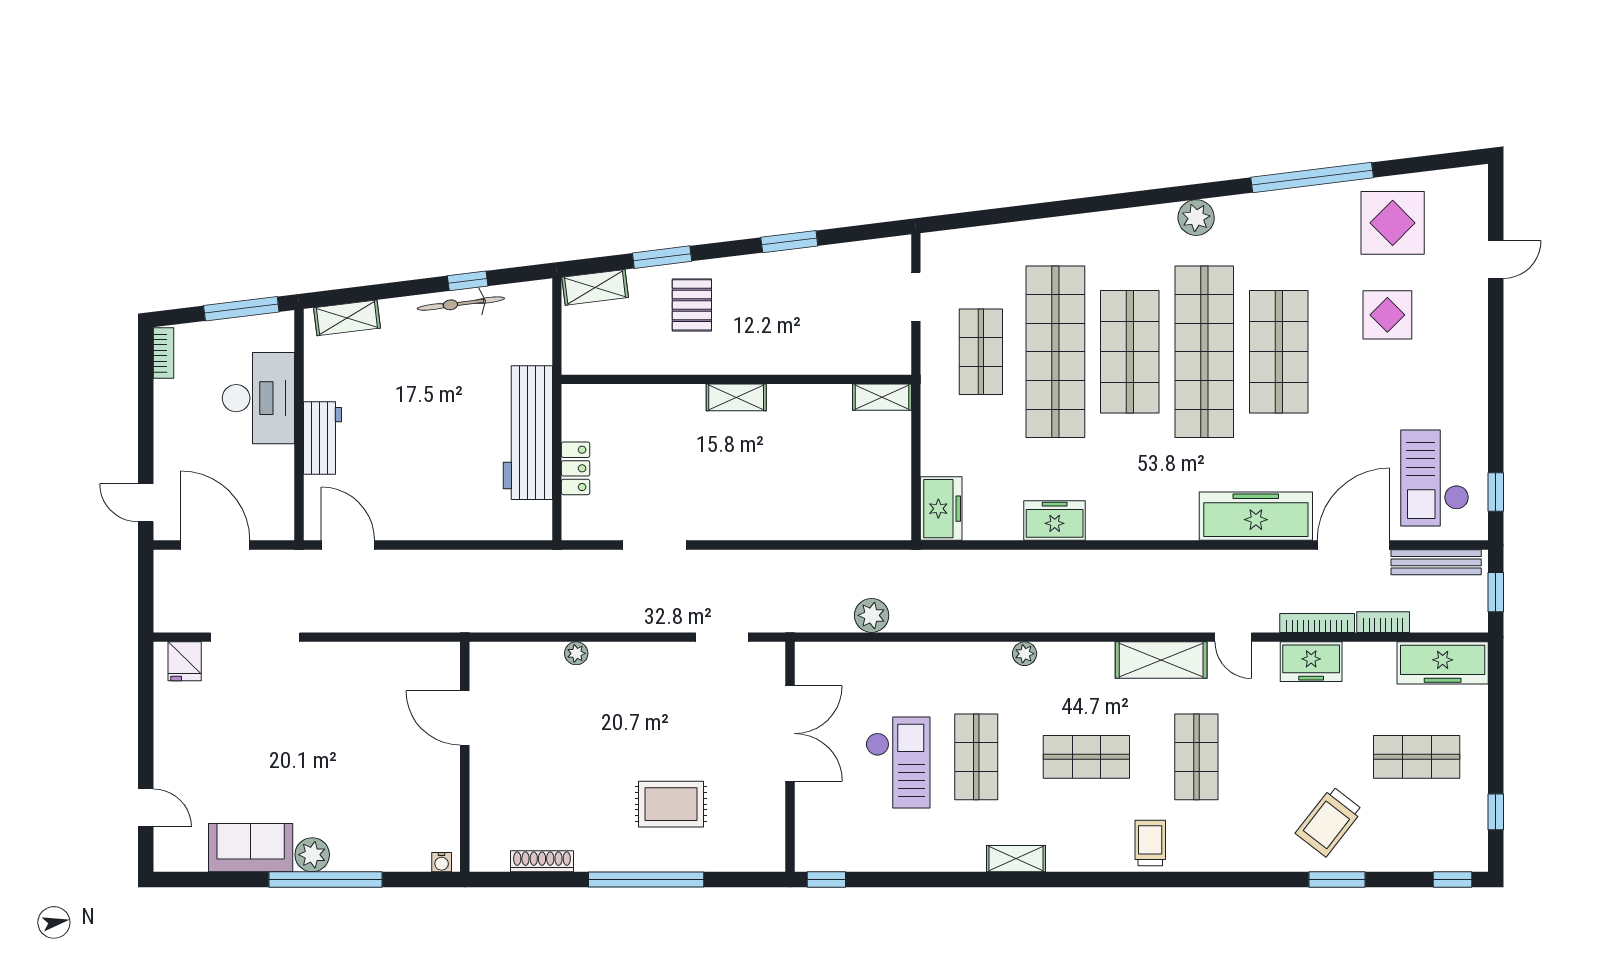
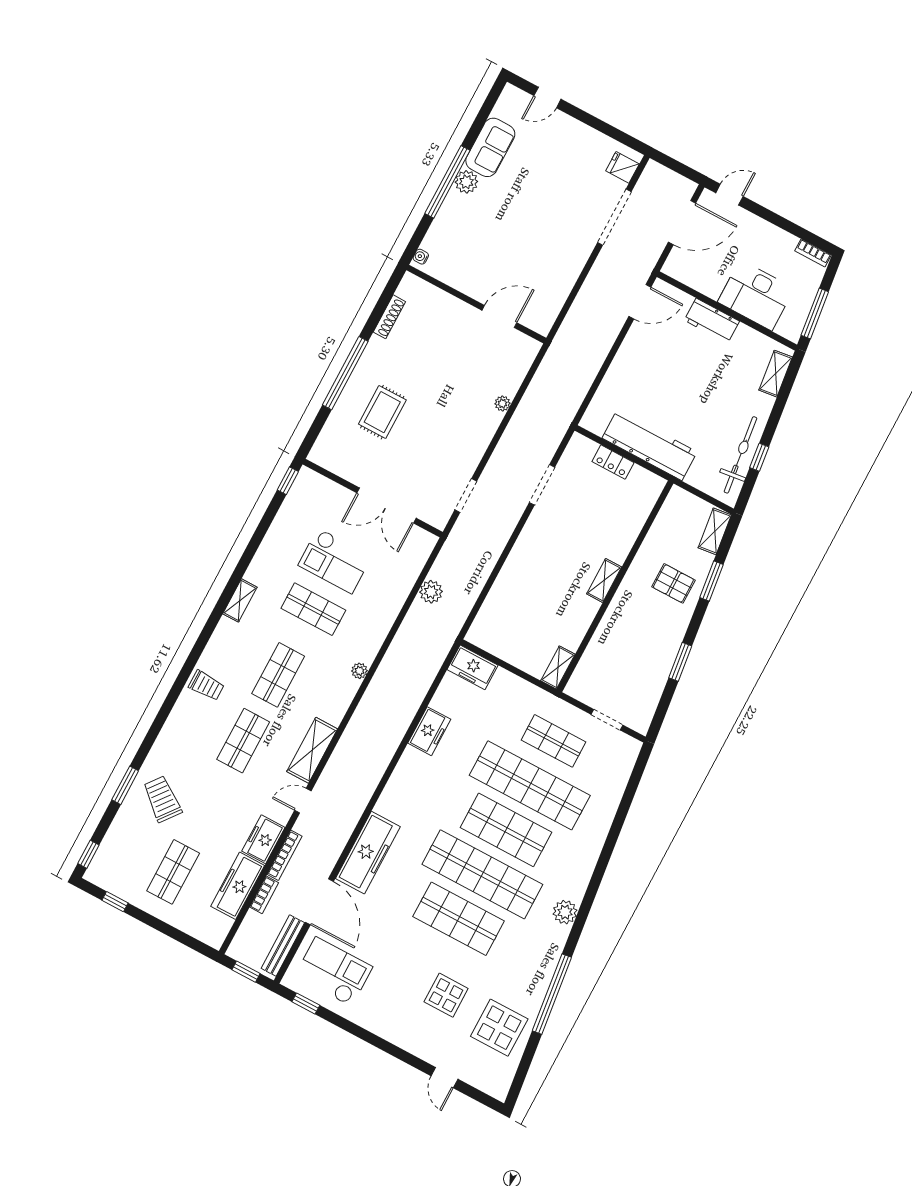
bicycle: (461, 304) -> (740, 455), width x1.37, depth x1.40
freezer: (1443, 663) -> (238, 886), moved
shop shelf: (1196, 757) -> (243, 741), turned 90

